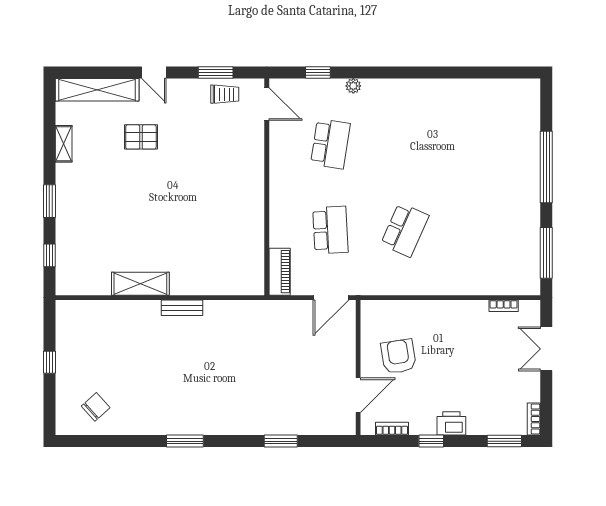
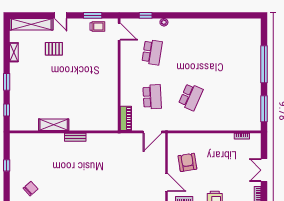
double door: (546, 349) -> (264, 170), moved
door: (358, 395) -> (166, 182), hinge flipped

